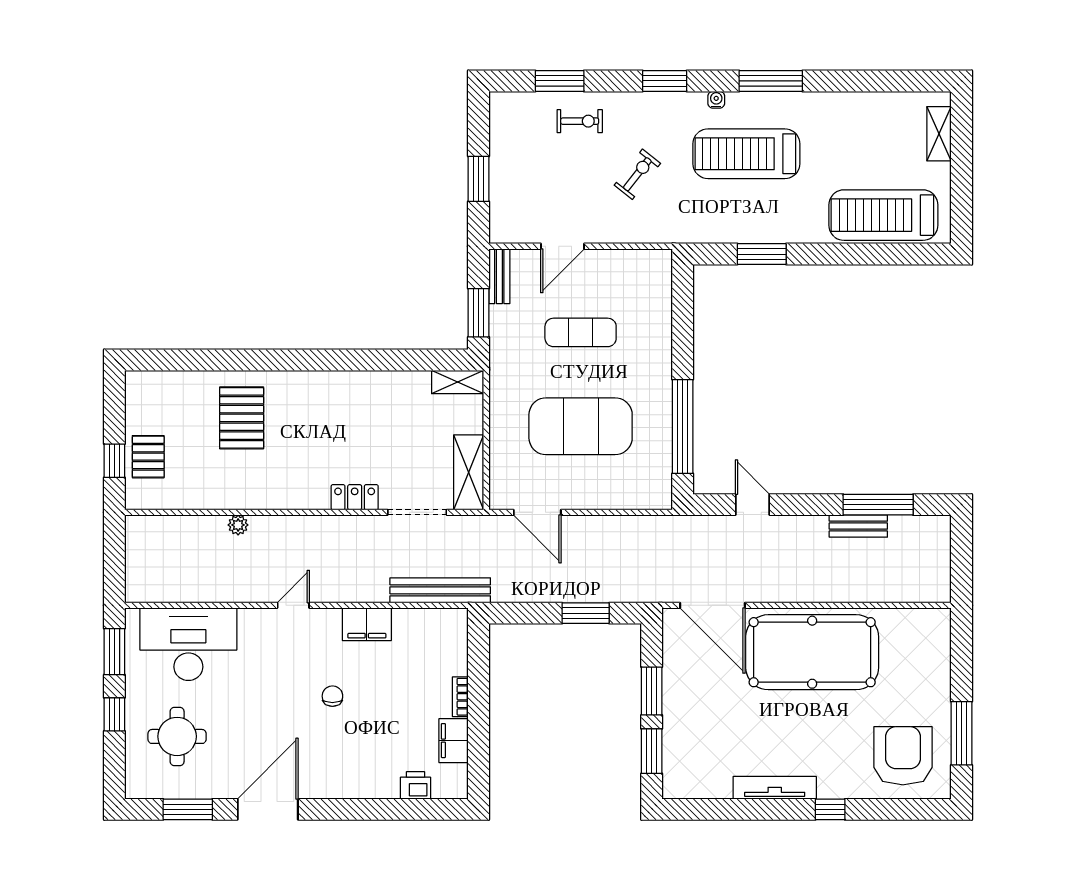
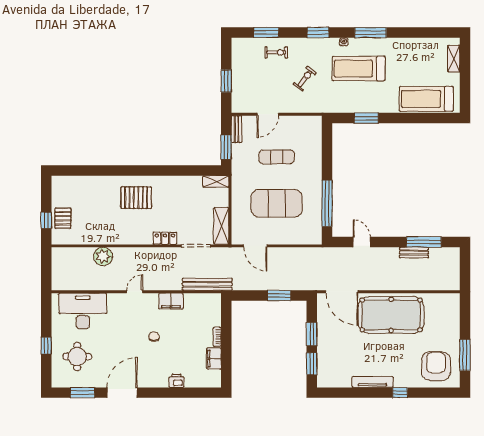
pallet: (242, 418) -> (136, 198), moved, turned 90
plant: (238, 525) -> (103, 256), width x1.88, depth x1.88
window: (114, 652) -> (46, 315), removed
printer: (415, 785) -> (176, 381), moved

